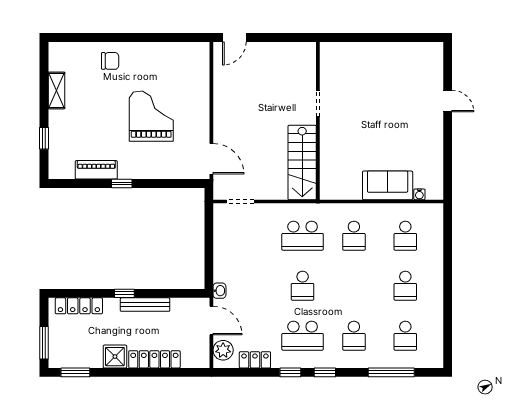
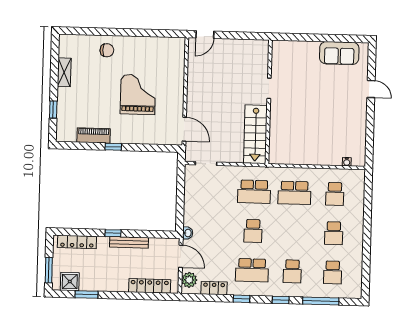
sofa: (388, 185) -> (339, 53), moved, turned 180
school desk: (354, 236) -> (294, 193), width x1.85
shower: (115, 357) -> (70, 281), moved
locker: (154, 359) -> (150, 286), moved
window: (75, 372) -> (86, 294), moved
window: (325, 372) -> (281, 300), moved

